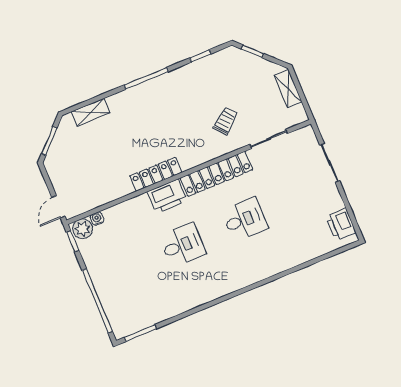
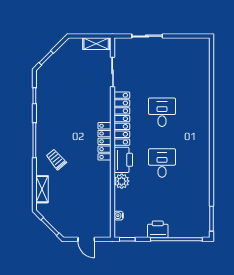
shelving: (288, 89) -> (96, 44), moved
trolley: (225, 121) -> (56, 159), moved
locker: (156, 174) -> (104, 141), moved
door: (58, 207) -> (86, 239), moved
printer: (341, 224) -> (158, 229), moved, turned 180
plant: (83, 229) -> (122, 181), moved

